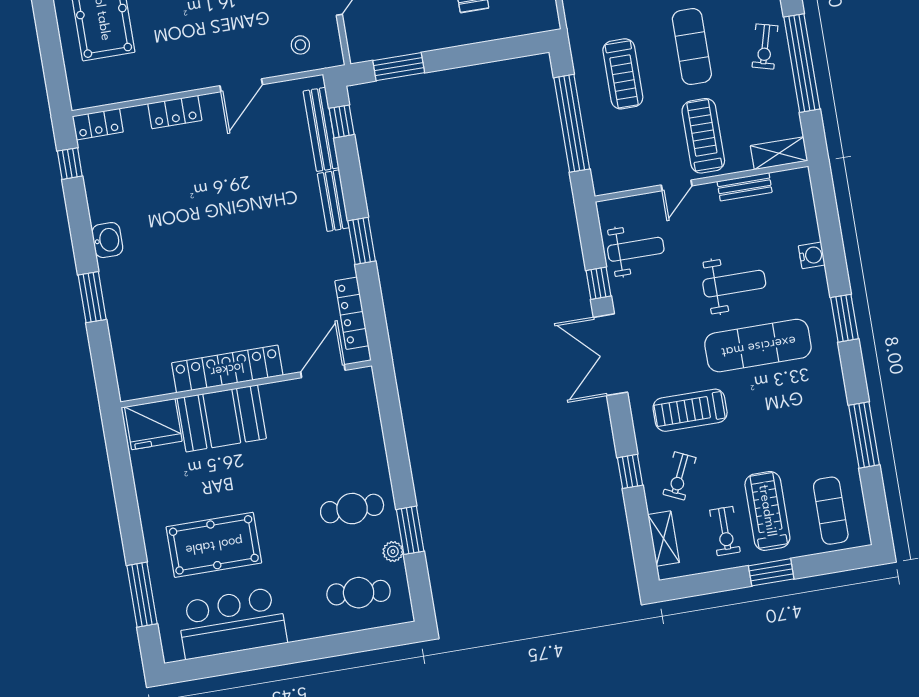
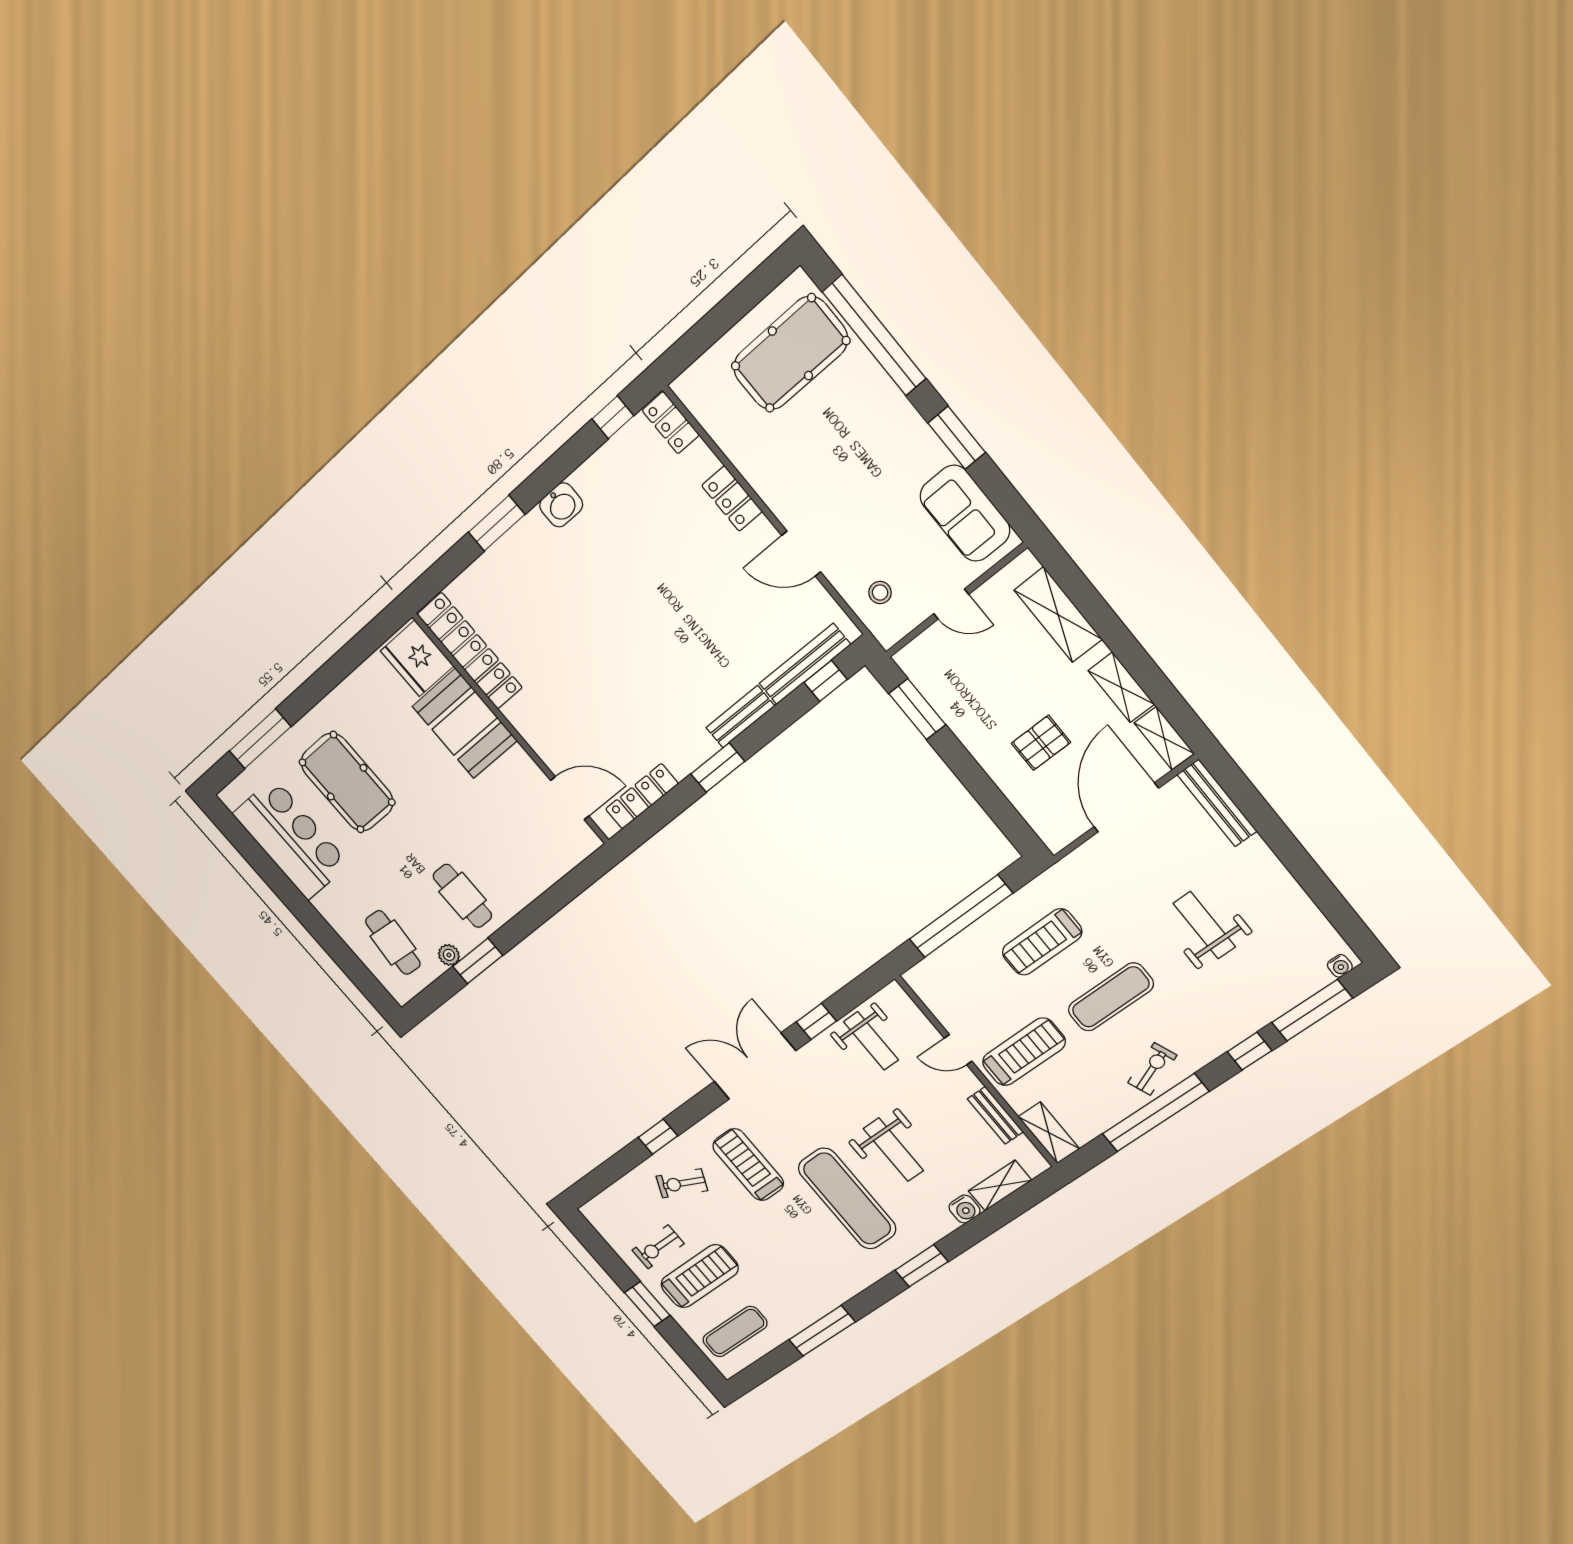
exercise bike: (765, 46) -> (1152, 1069), turned 143
locker: (227, 369) -> (470, 651), moved
shelving: (664, 539) -> (1000, 1186), moved

